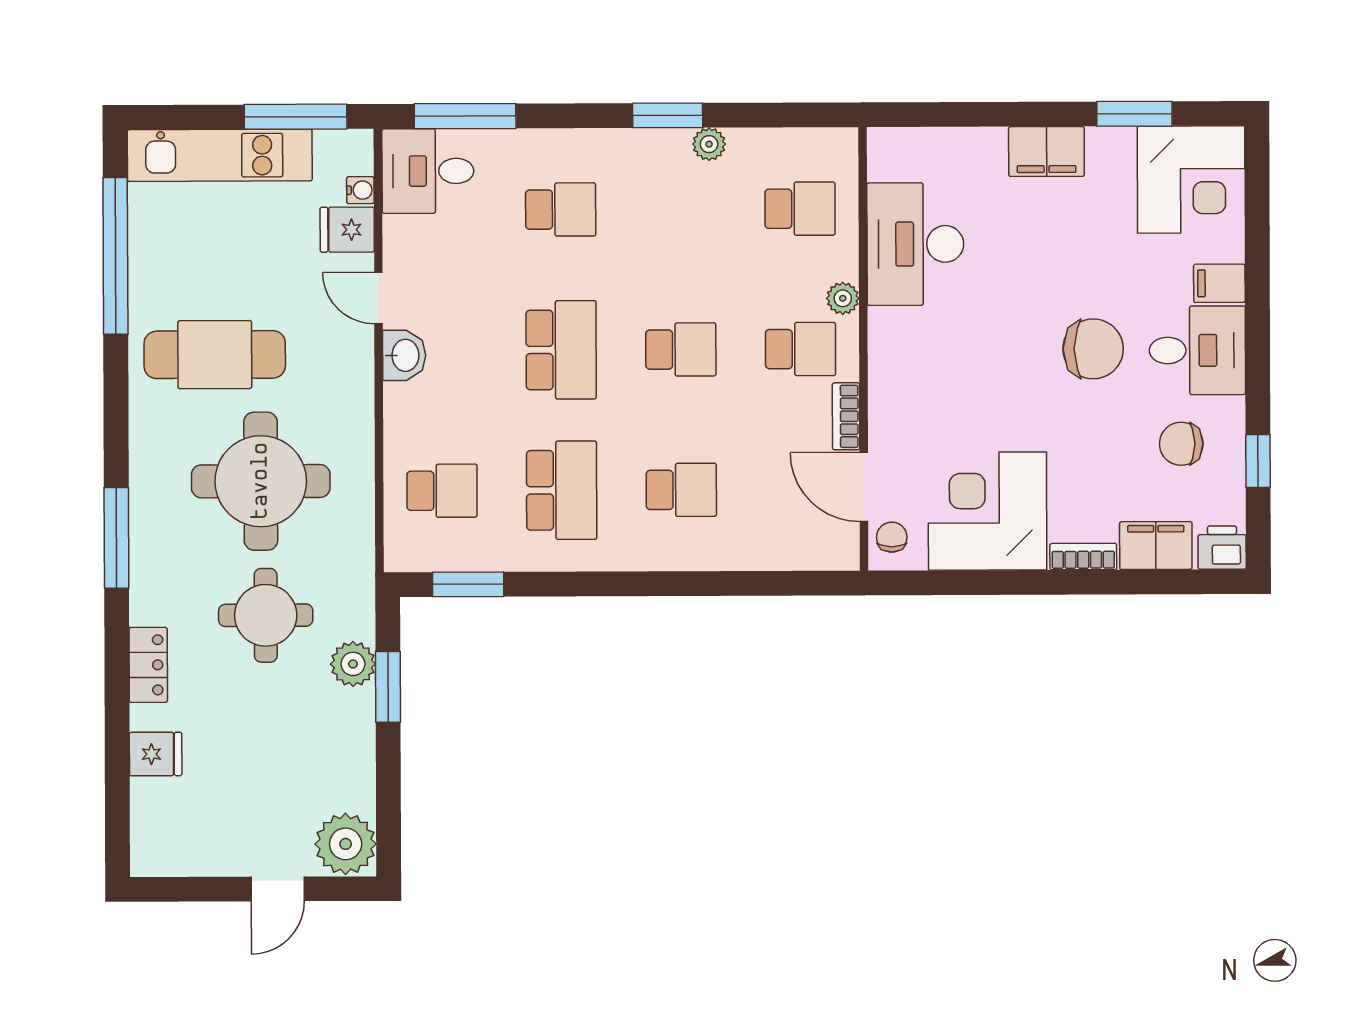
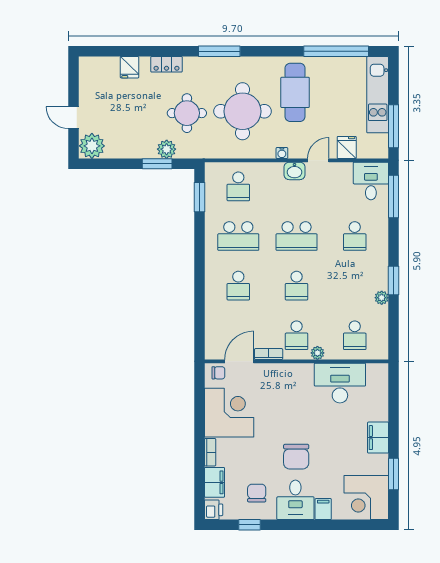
water cooler: (360, 190) -> (282, 153), moved

